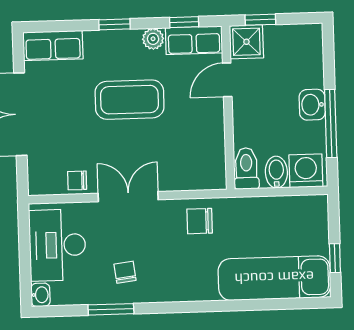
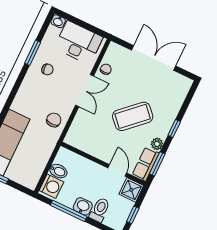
window: (260, 20) -> (133, 215), moved
window: (184, 22) -> (157, 164), width x1.50
row of seats: (53, 46) -> (180, 92), removed
coffee table: (130, 100) -> (133, 116), turned 47
toilet: (246, 168) -> (100, 210), moved, turned -90

